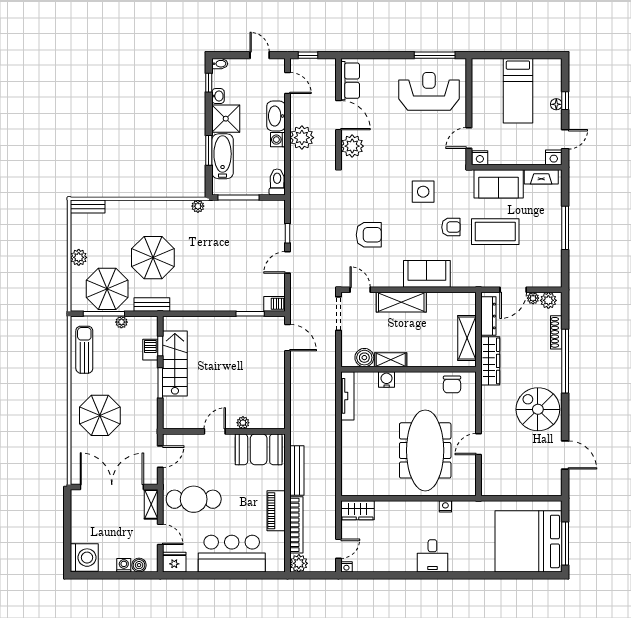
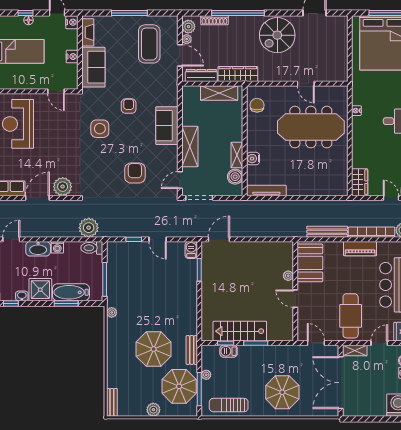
plant: (302, 138) -> (89, 228), moved
nightstand: (480, 158) -> (72, 57), moved
coffee table: (495, 232) -> (149, 44), moved
chair: (452, 384) -> (257, 105), turned -90

